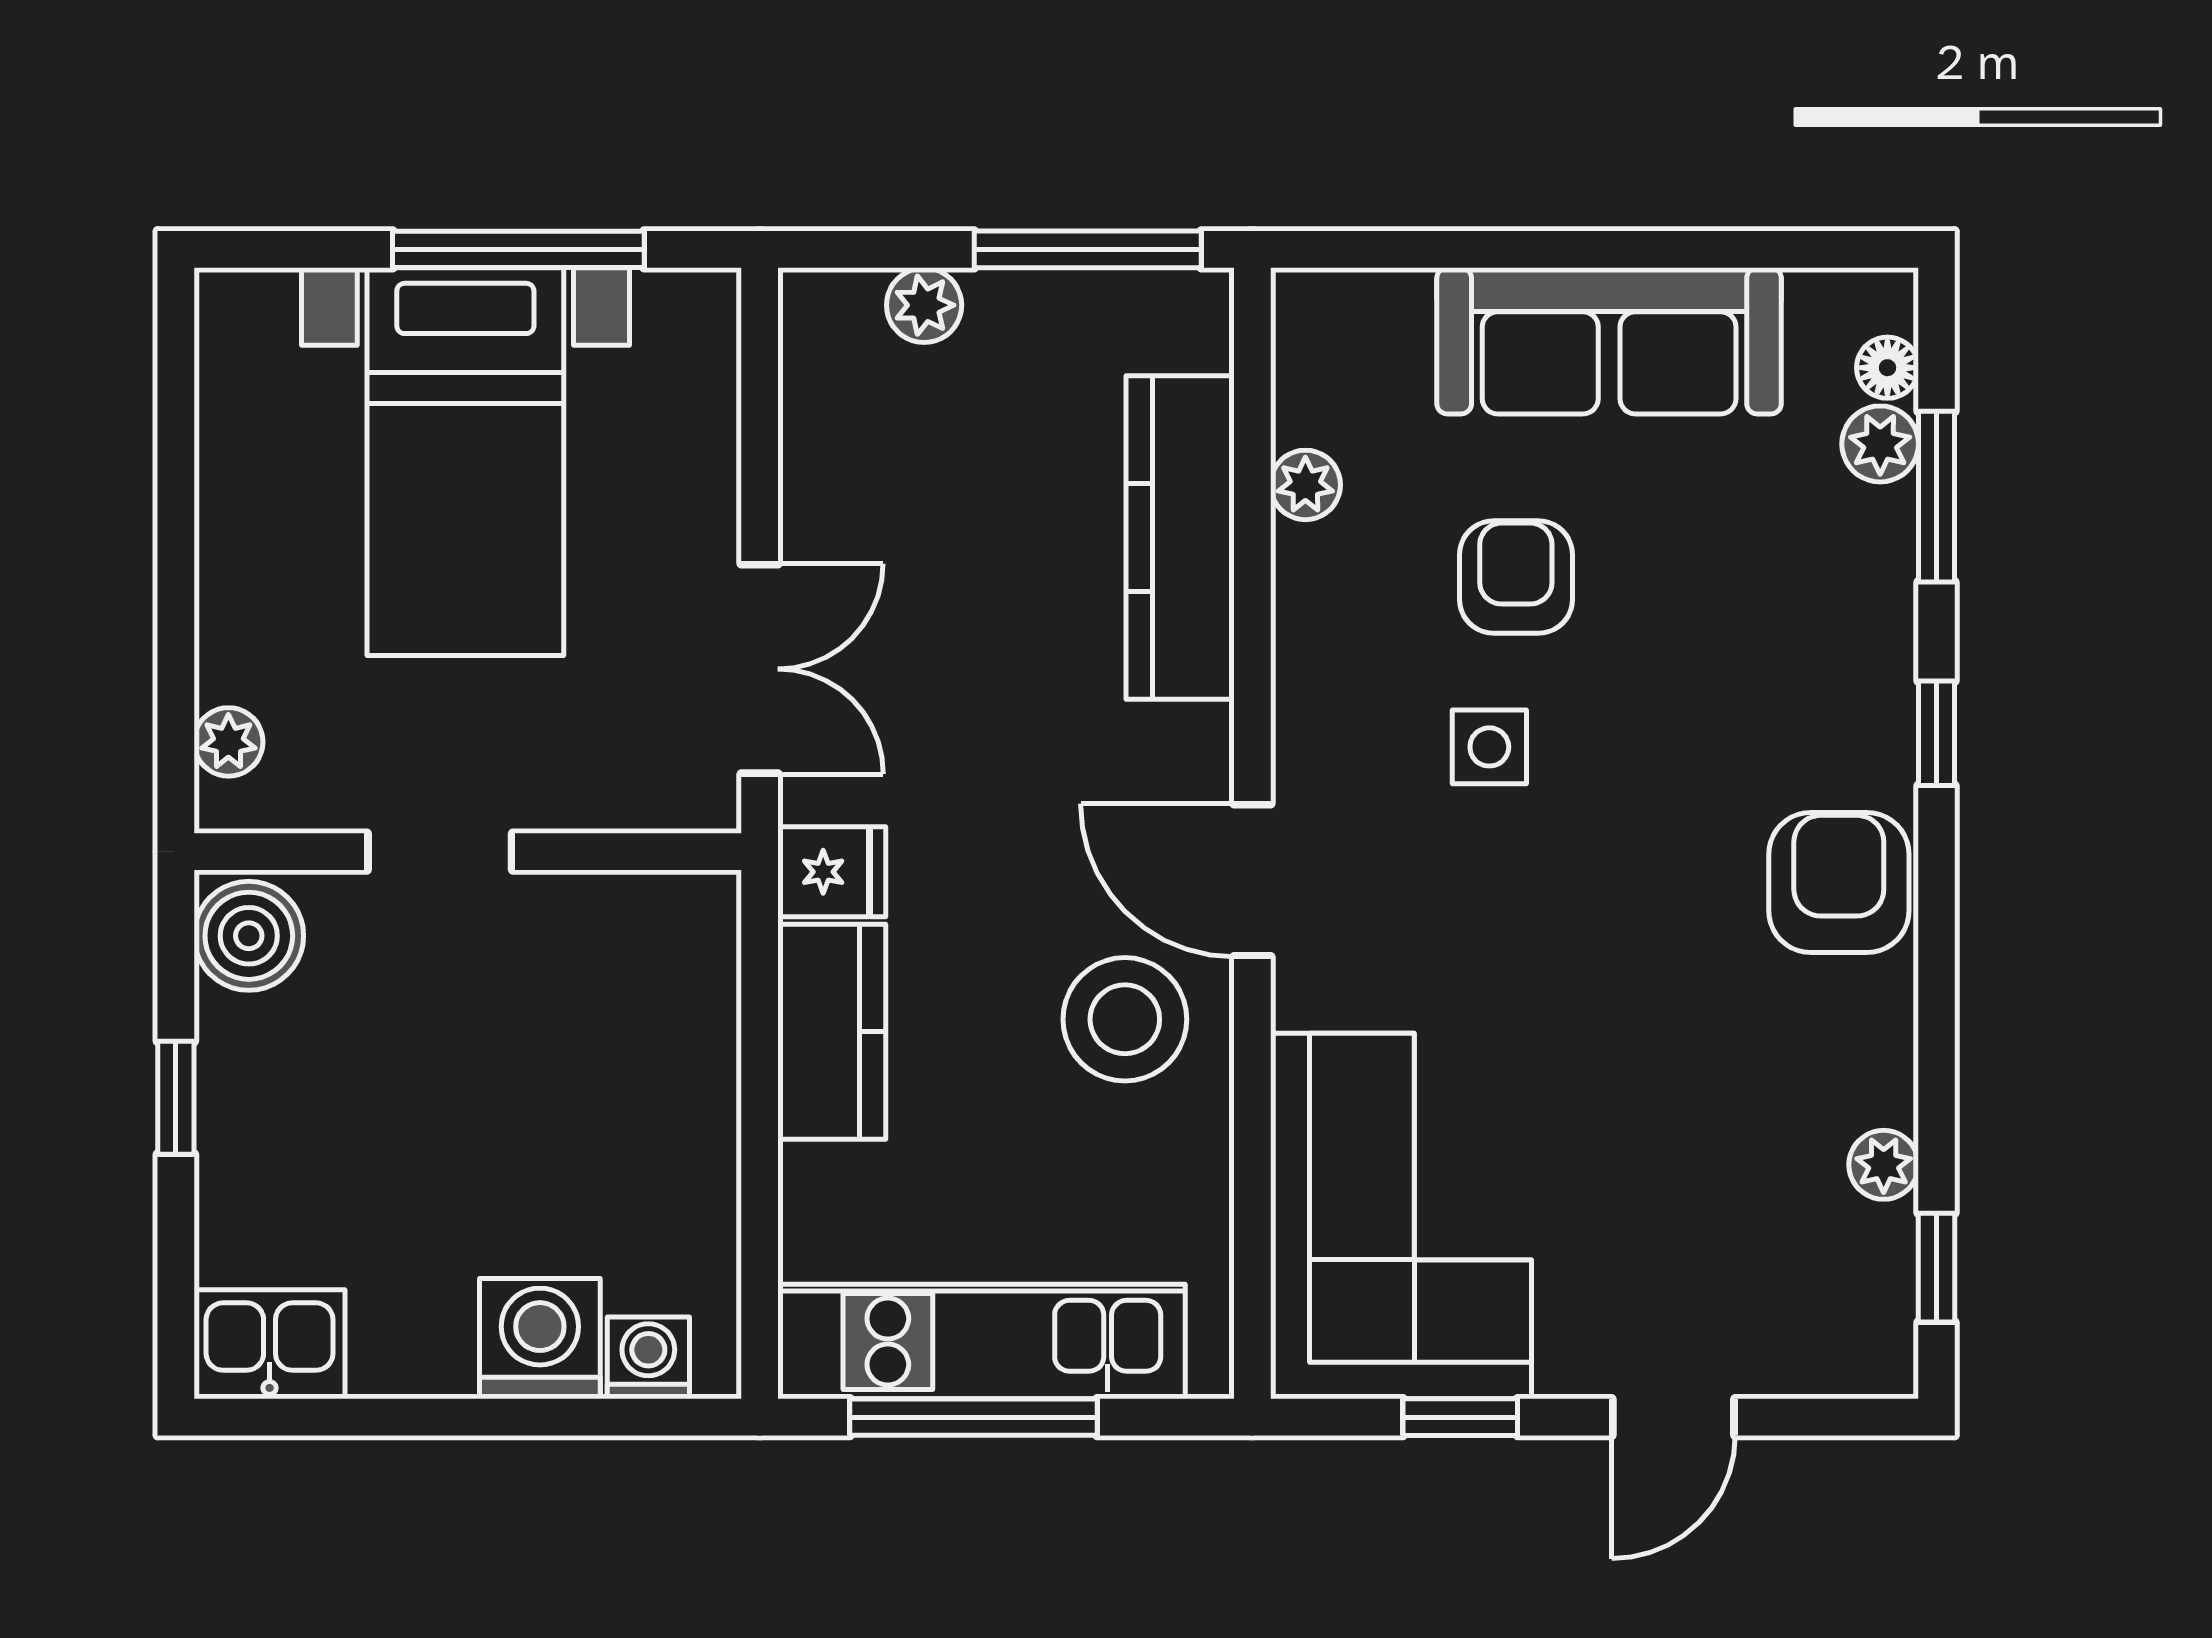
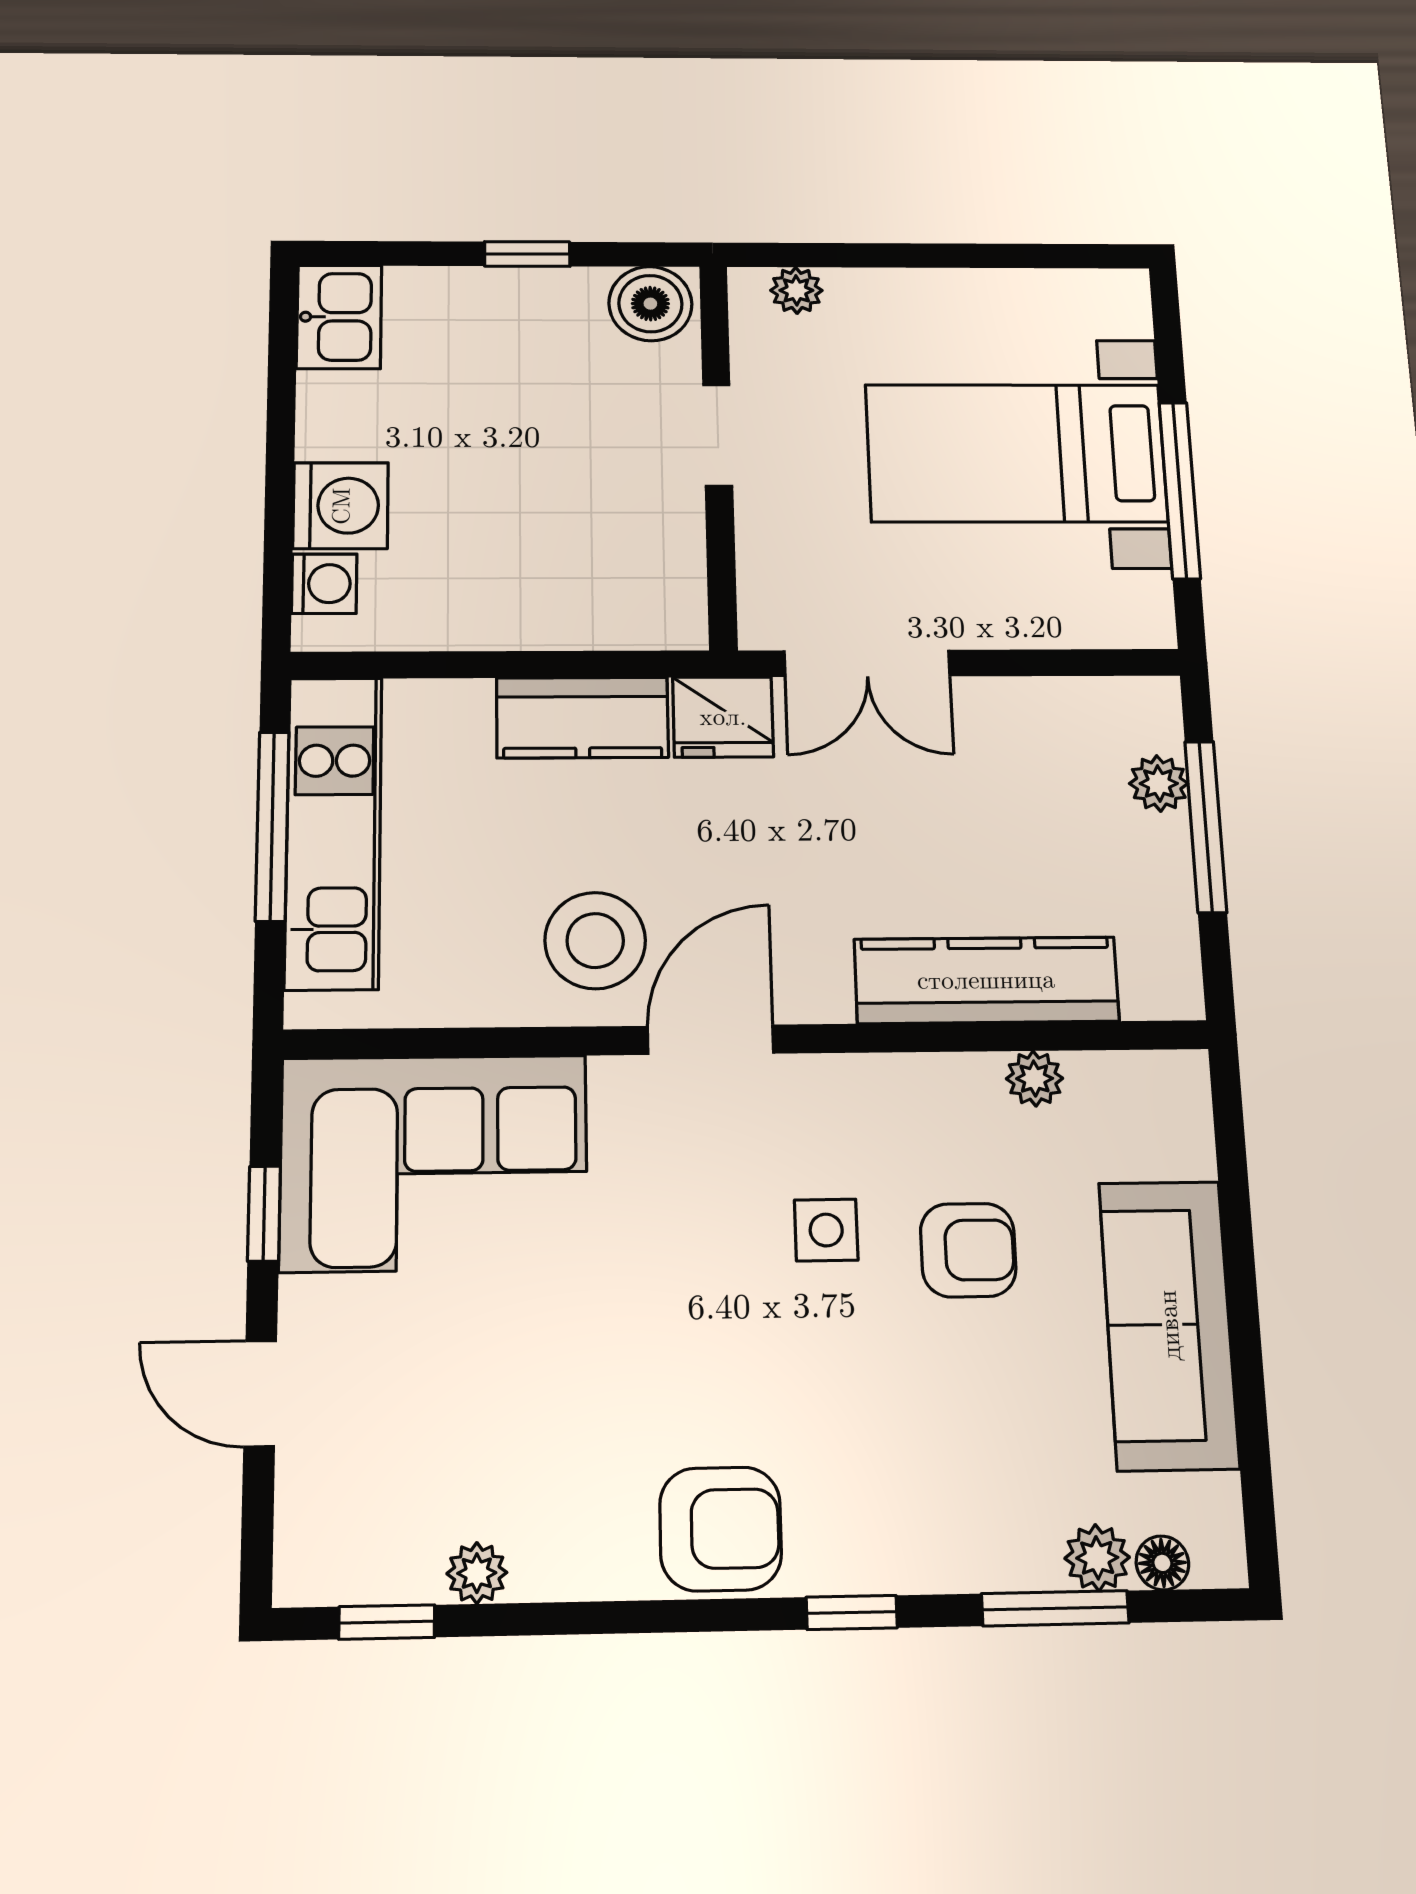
window: (1088, 249) -> (1206, 827), moved
fridge: (832, 872) -> (723, 717), width x1.38

